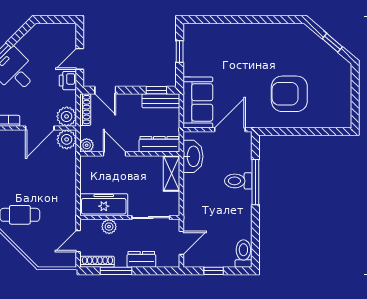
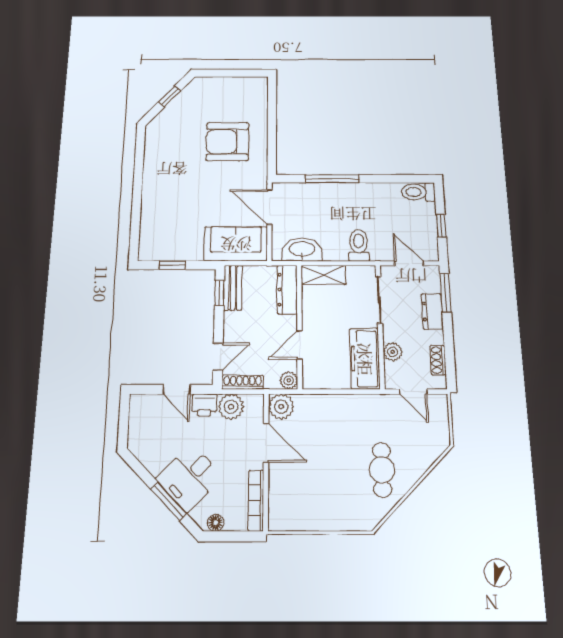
armchair: (289, 94) -> (227, 142), turned 90
plant: (67, 116) -> (231, 407), moved
toilet: (238, 181) -> (359, 245), moved, turned 180
shoe rack: (97, 262) -> (438, 360), width x0.70
window: (116, 271) -> (445, 293), moved

